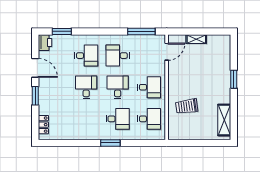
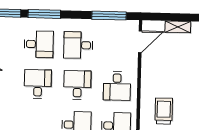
window: (90, 31) -> (44, 14), added
desk: (149, 87) -> (117, 86), turned 90
trolley: (187, 106) -> (164, 111), turned 98

